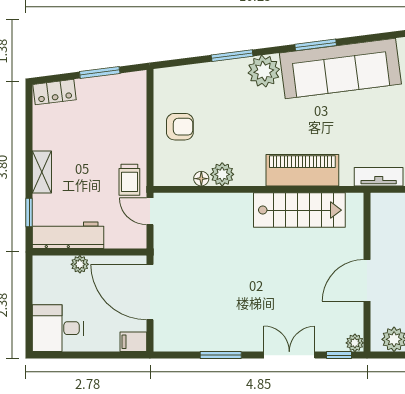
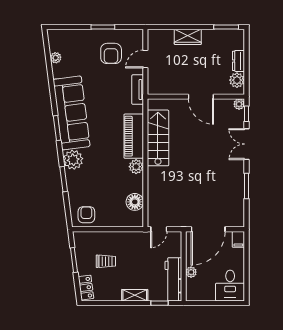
armchair: (180, 127) -> (86, 215), moved
plant: (222, 174) -> (136, 167), moved
floor lamp: (201, 179) -> (135, 202), width x1.89, depth x1.89
trolley: (129, 180) -> (106, 261), moved

